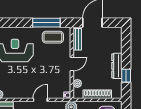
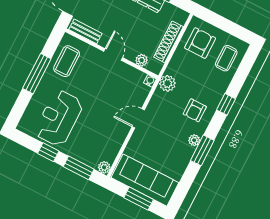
window: (46, 23) -> (37, 74), moved
door: (40, 100) -> (138, 118), hinge flipped

